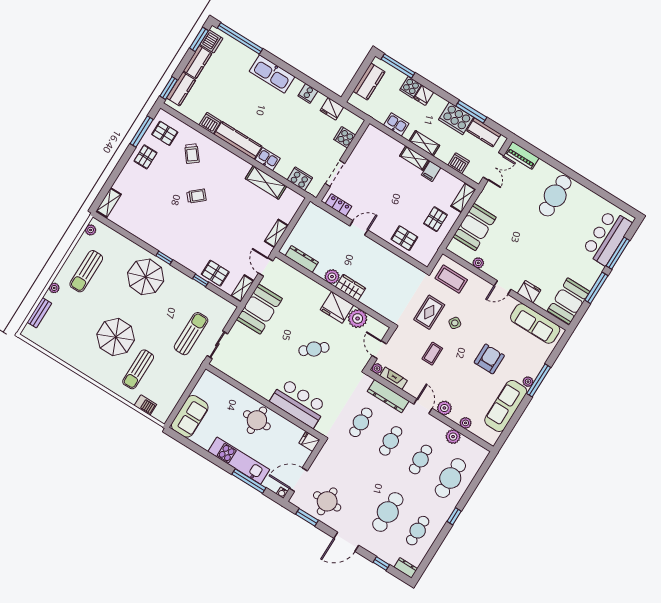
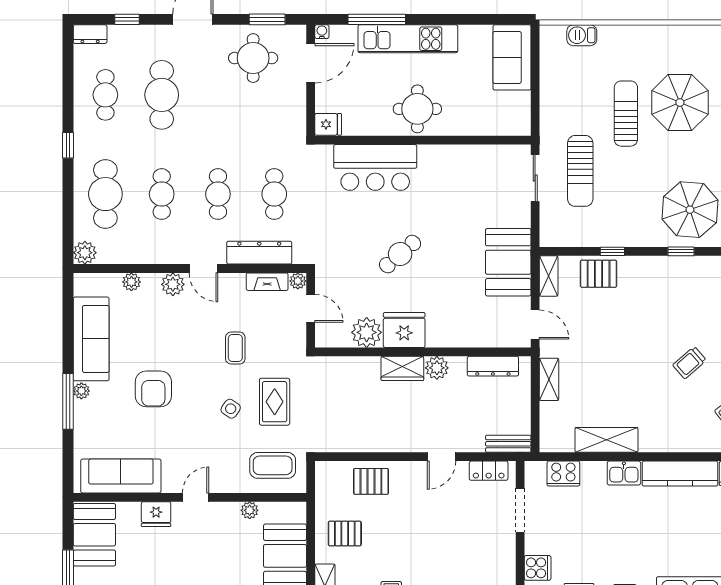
bench: (319, 213) -> (508, 444), added
pallet: (435, 219) -> (345, 533), turned 90
sun lounger: (138, 369) -> (626, 114), moved
plant: (453, 437) -> (85, 253), moved

